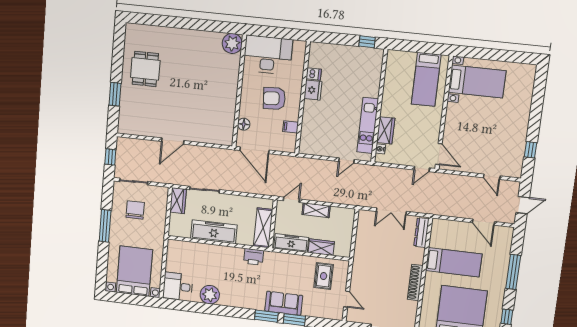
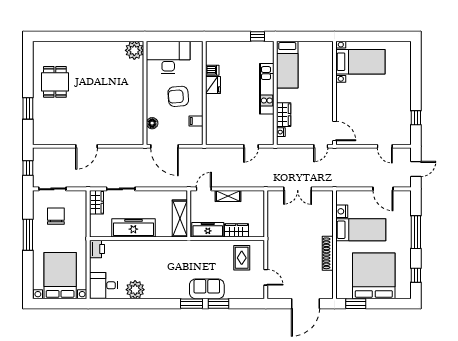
bed: (426, 79) -> (287, 65), moved
kitchen unit: (368, 125) -> (267, 89), moved
dresser: (421, 233) -> (328, 205), removed
nightstand: (436, 241) -> (342, 211), added
printer: (254, 257) -> (97, 249), moved, turned -90

